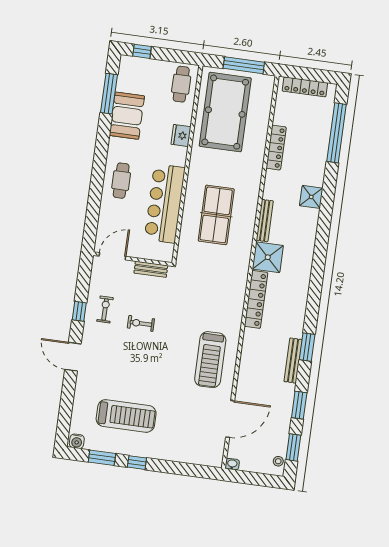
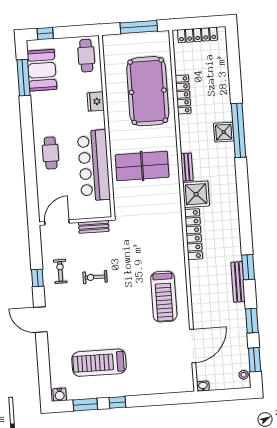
pool table: (225, 112) -> (148, 91), moved
booth: (127, 116) -> (42, 70), moved
window: (336, 133) -> (239, 130), moved
table tennis table: (216, 215) -> (142, 166), turned 90
bench: (265, 221) -> (187, 167), width x0.73
treadmill: (126, 416) -> (99, 363), turned 180

